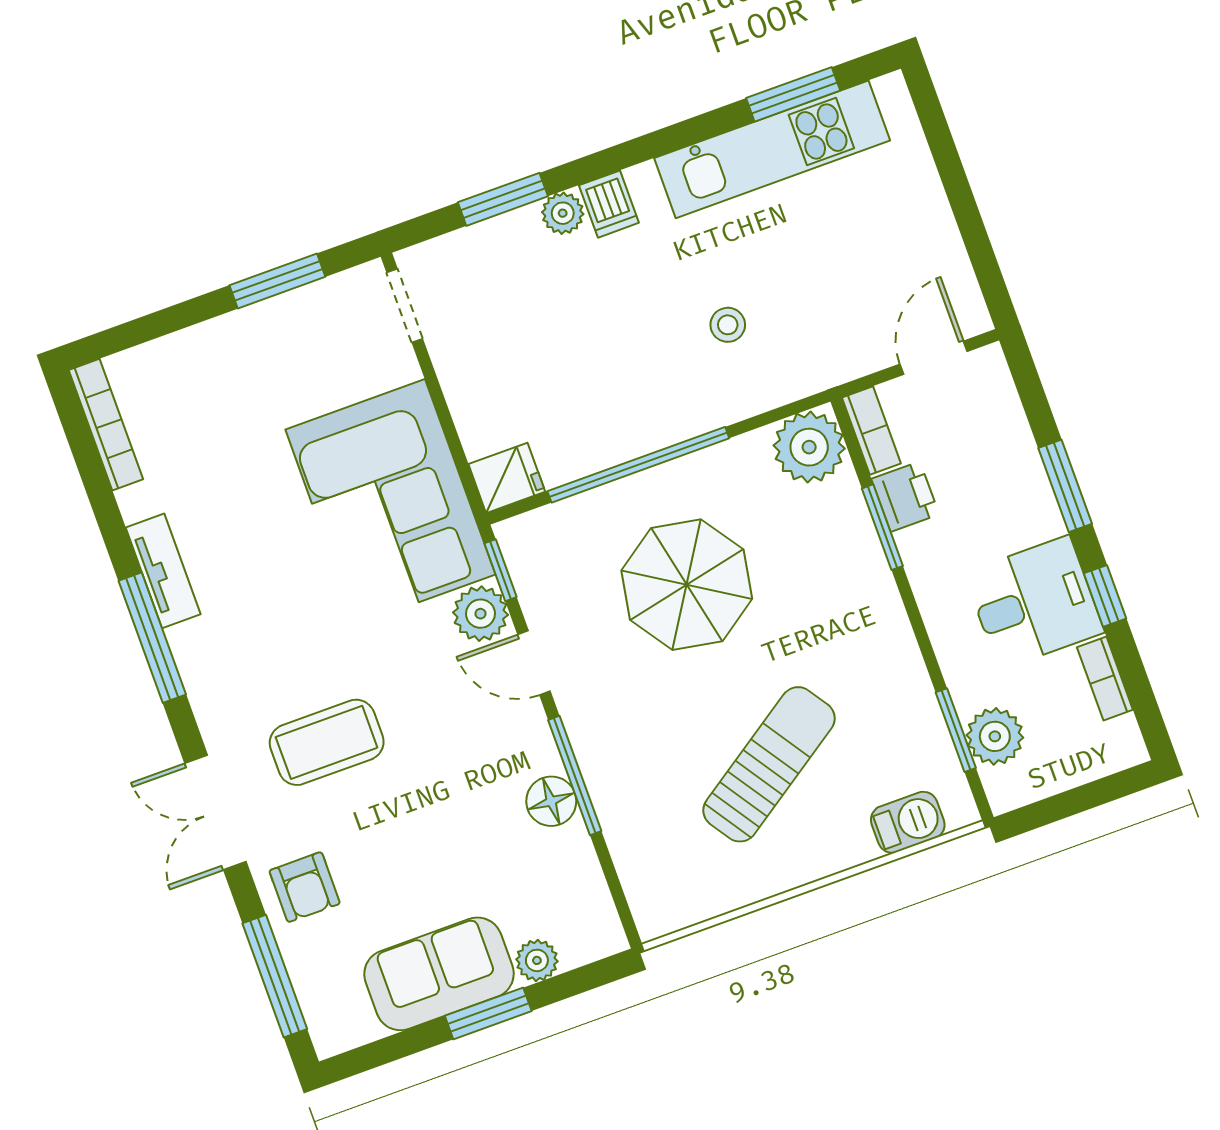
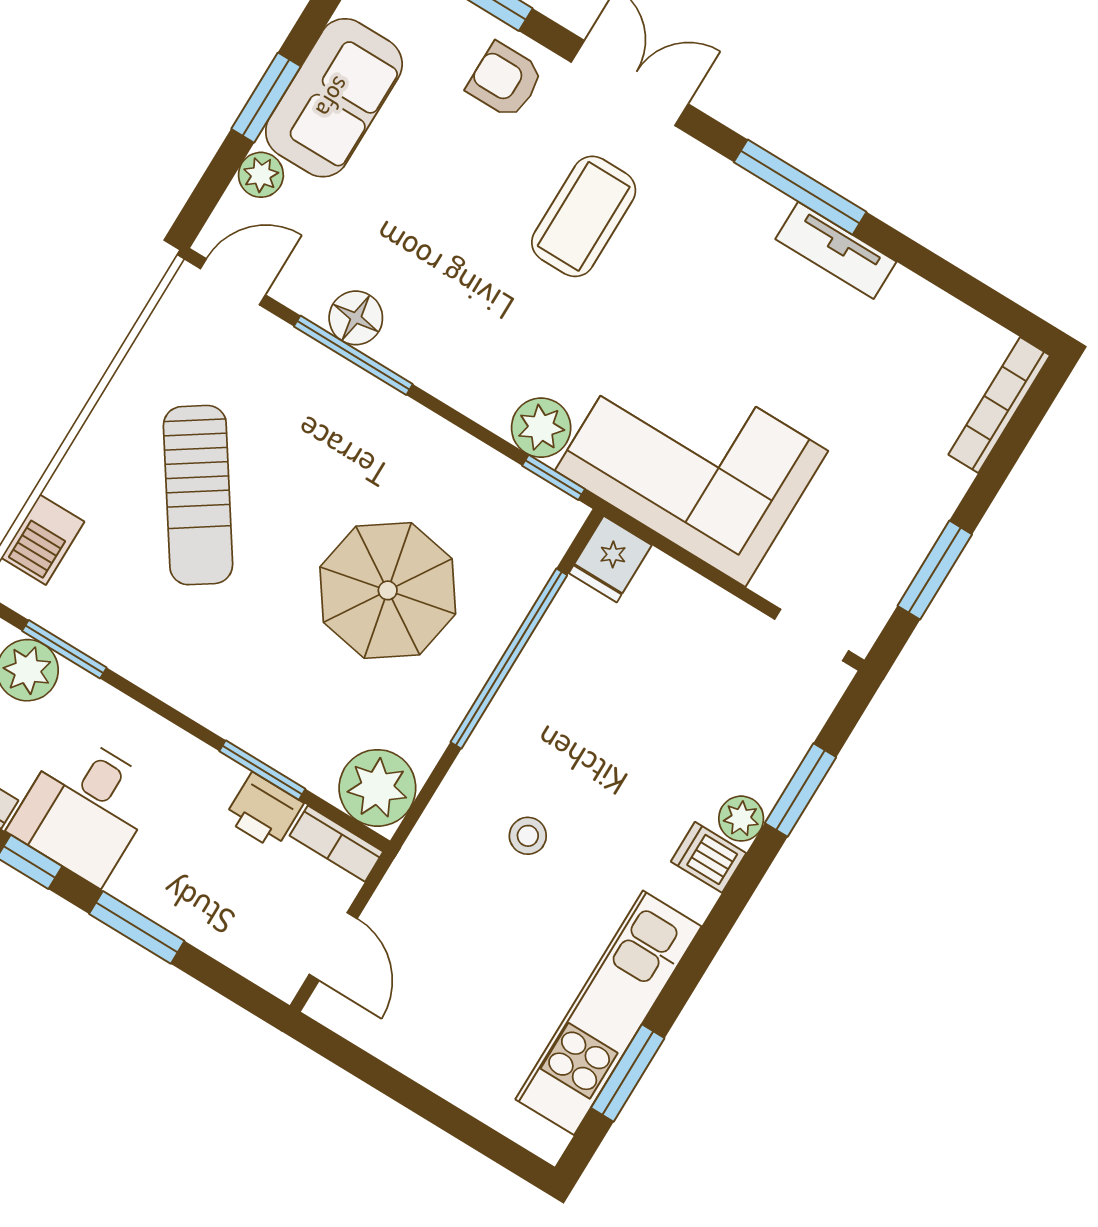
bookcase: (106, 425) -> (999, 405), moved, turned 90
door: (534, 663) -> (233, 282), moved

